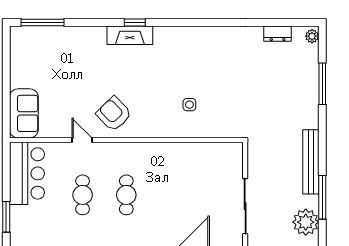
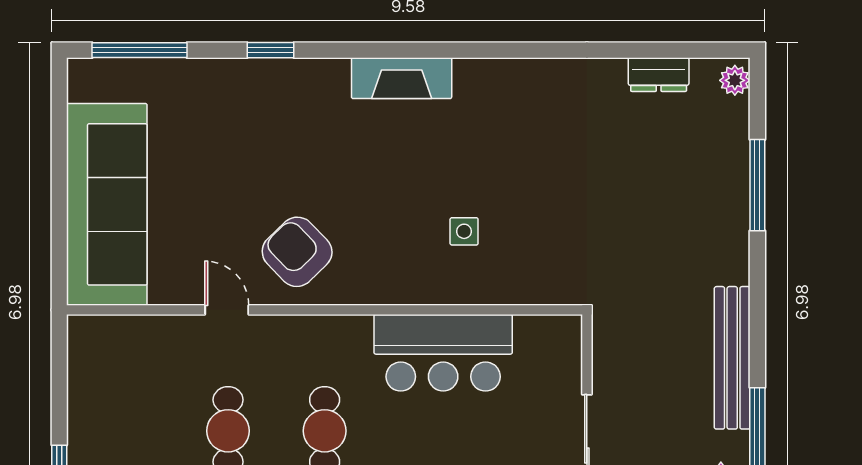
window: (135, 23) -> (270, 50), moved
fireplace: (130, 35) -> (402, 78), moved
sofa: (24, 113) -> (107, 204), width x1.85, depth x1.27
bar counter: (27, 173) -> (443, 353), moved, turned 90

